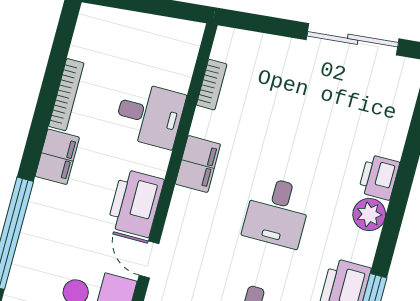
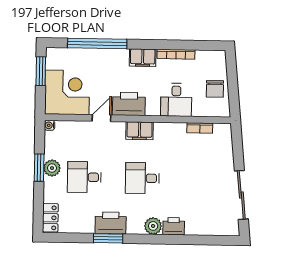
chair: (147, 39) -> (215, 89), added
filing cabinet: (198, 164) -> (139, 131), moved

